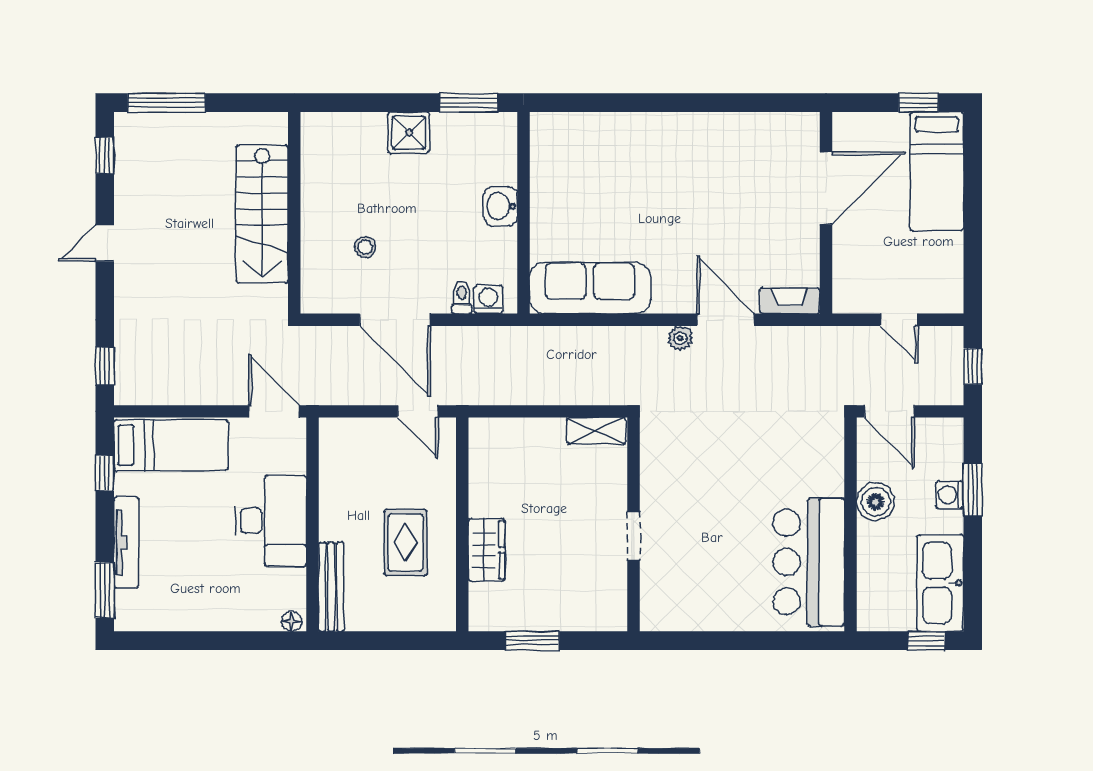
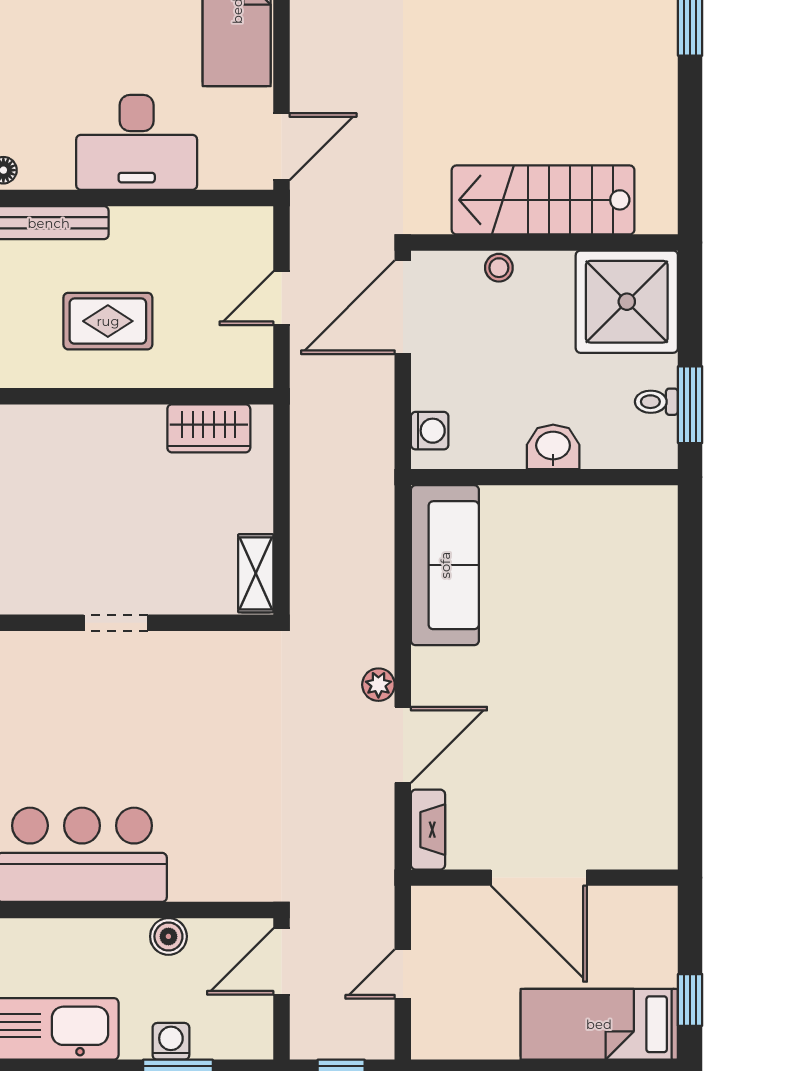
shower: (409, 133) -> (627, 302), width x1.86, depth x1.86
door: (826, 188) -> (539, 878), moved
wall: (294, 213) -> (544, 242), moved
stairs: (262, 214) -> (543, 200), moved
toilet: (462, 297) -> (656, 402), moved, turned 180
door: (418, 411) -> (281, 298), moved
boiler: (876, 502) -> (168, 936), width x0.73, depth x0.73
wardrobe: (487, 550) -> (209, 428), moved

